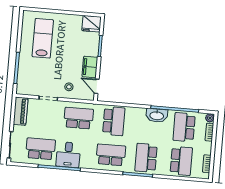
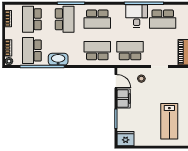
school desk: (79, 118) -> (130, 51), turned 180
school desk: (114, 121) -> (97, 51), turned 90
school desk: (184, 127) -> (32, 51), turned 180

